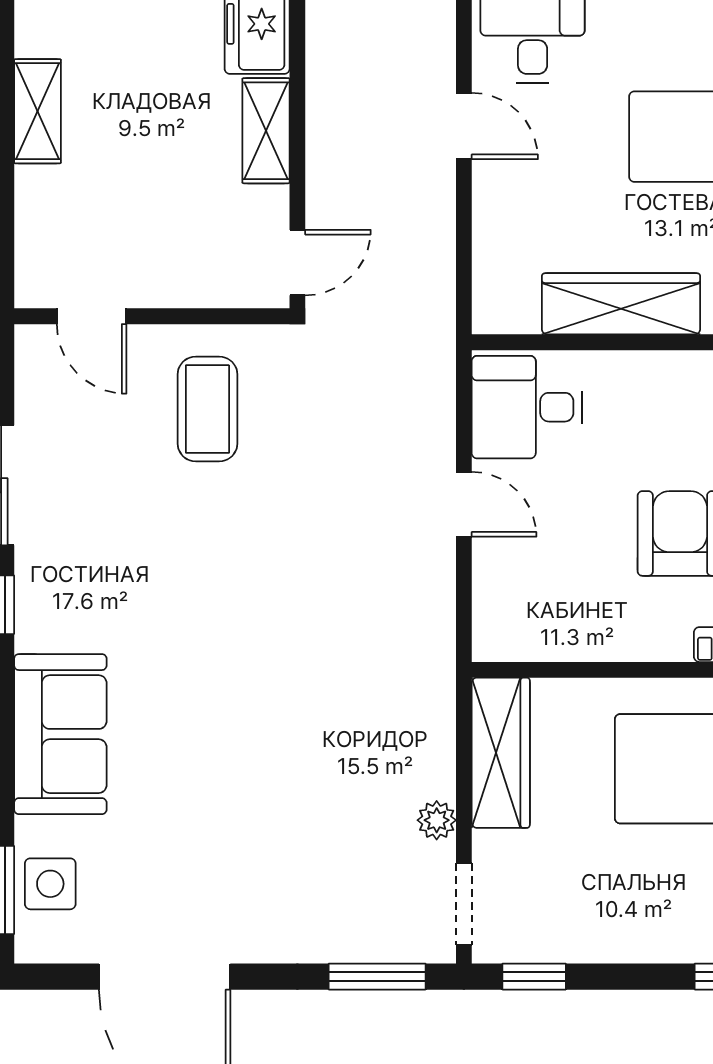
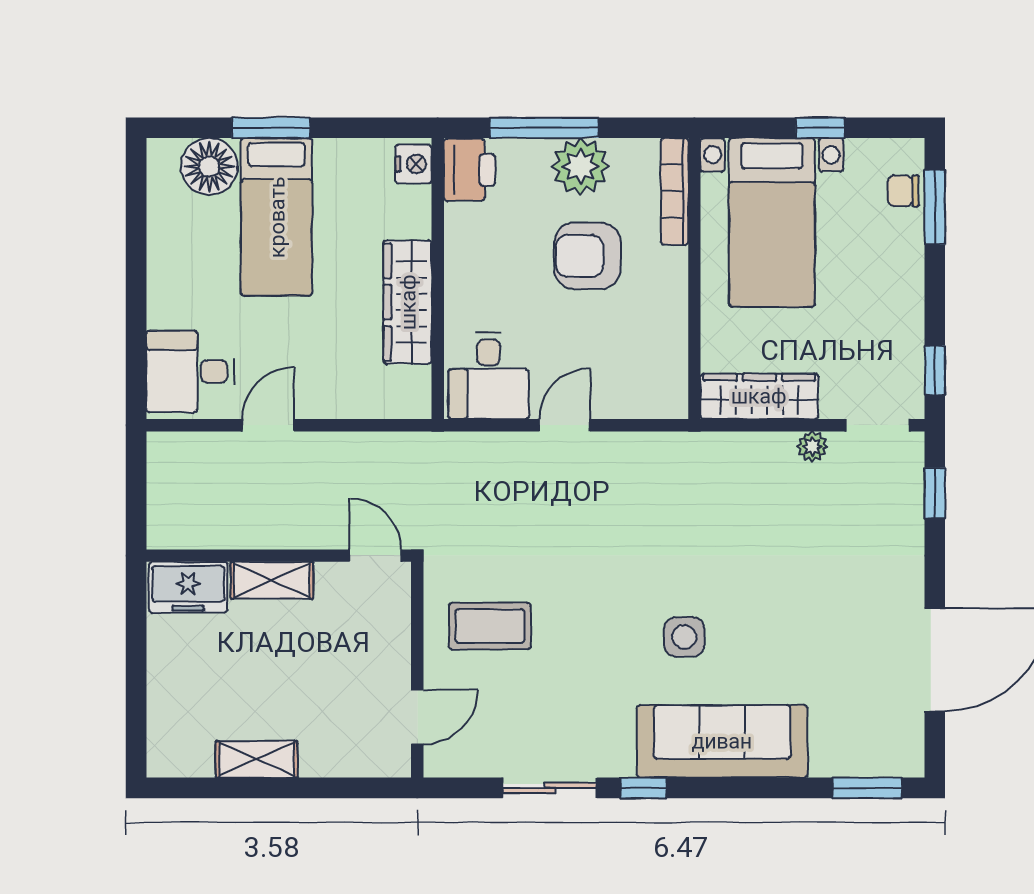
sofa: (60, 734) -> (722, 741), width x1.36
side table: (50, 884) -> (684, 637), moved
window: (377, 977) -> (935, 493), width x0.67

